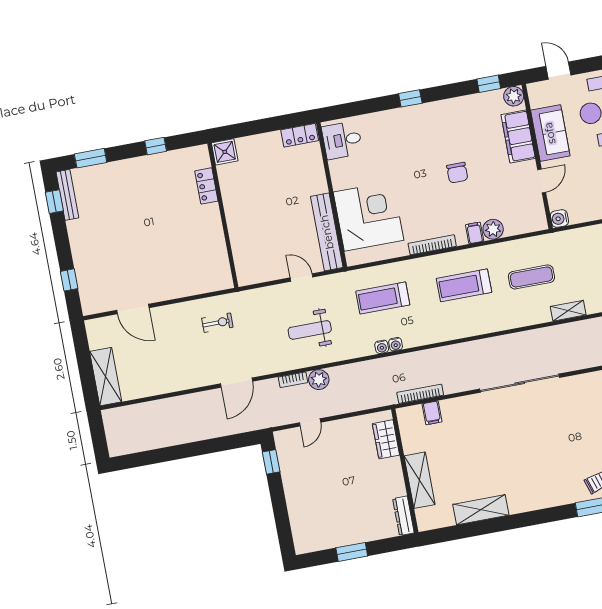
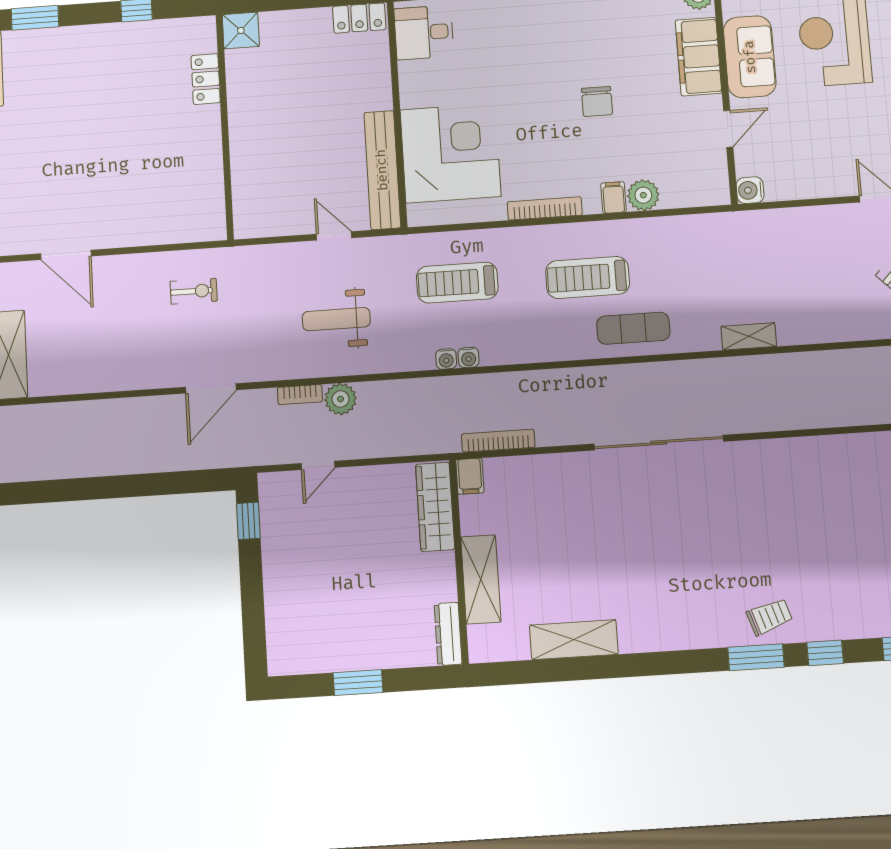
exercise mat: (531, 277) -> (633, 328), moved
filing cabinet: (432, 413) -> (470, 476), moved
wardrobe: (386, 439) -> (435, 507), width x1.50

